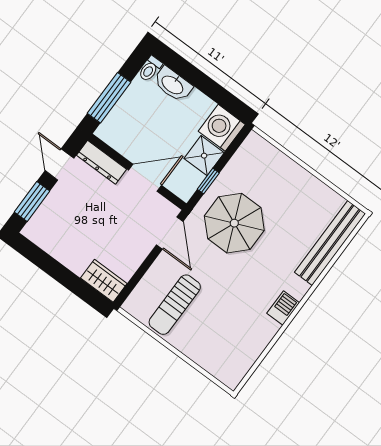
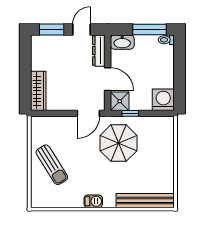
washbasin: (173, 84) -> (122, 42), moved, turned -90
window: (109, 98) -> (150, 30), moved
shower: (204, 156) -> (120, 101), moved
wardrobe: (104, 281) -> (38, 91), width x1.50
sun lounger: (175, 305) -> (52, 165), moved, turned -122

